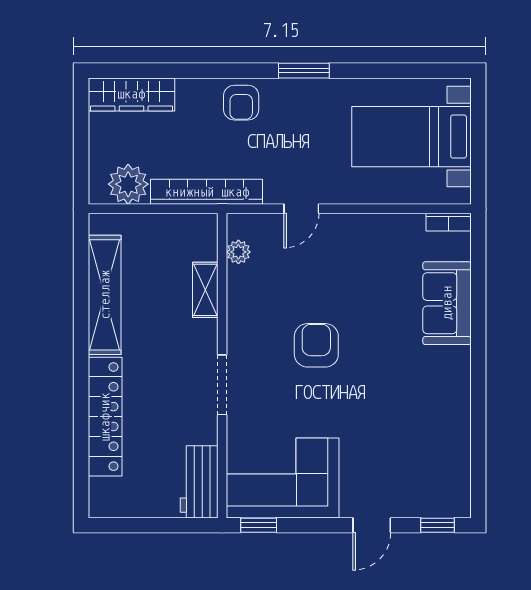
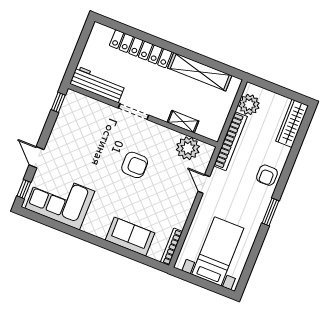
armchair: (241, 103) -> (267, 175), turned -90
bookcase: (449, 222) -> (172, 247), width x1.56
plant: (238, 252) -> (188, 148), width x1.87, depth x1.87
corner sofa: (283, 478) -> (60, 200), moved, turned -90
workbench: (199, 482) -> (97, 84), width x1.38

